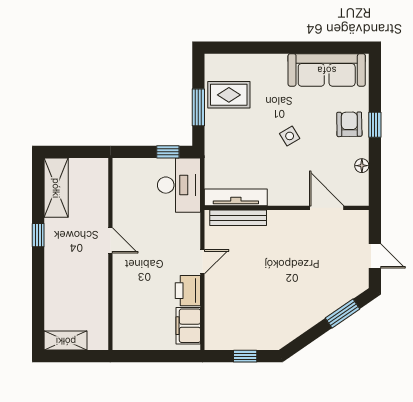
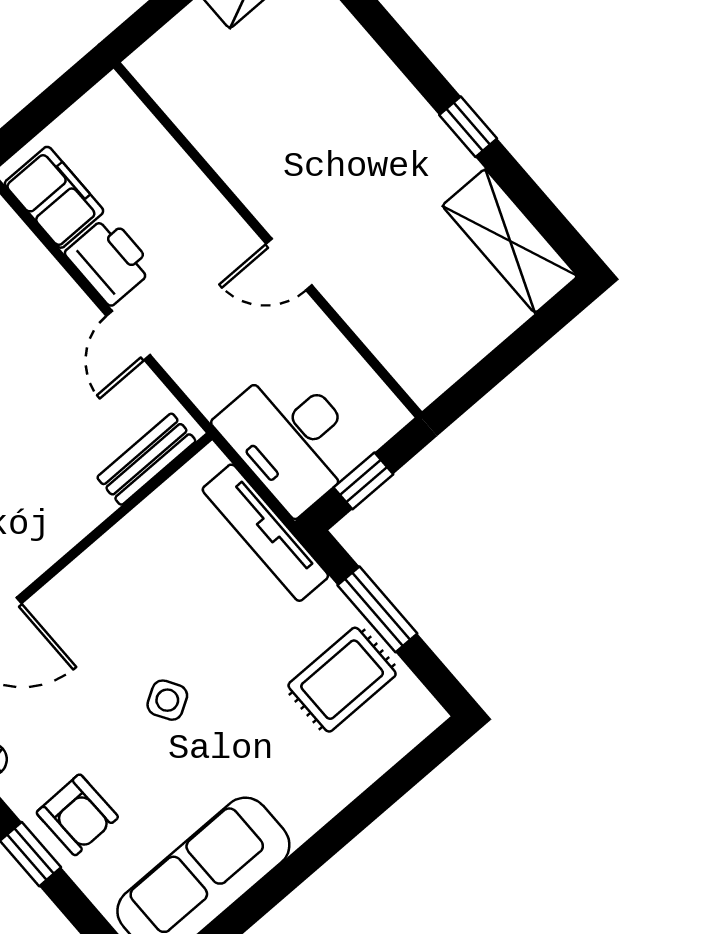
tv unit: (236, 197) -> (265, 533), moved, turned 90
bench: (238, 218) -> (146, 459), width x0.73
door: (110, 240) -> (289, 265), moved
wall: (110, 254) -> (268, 240), moved

